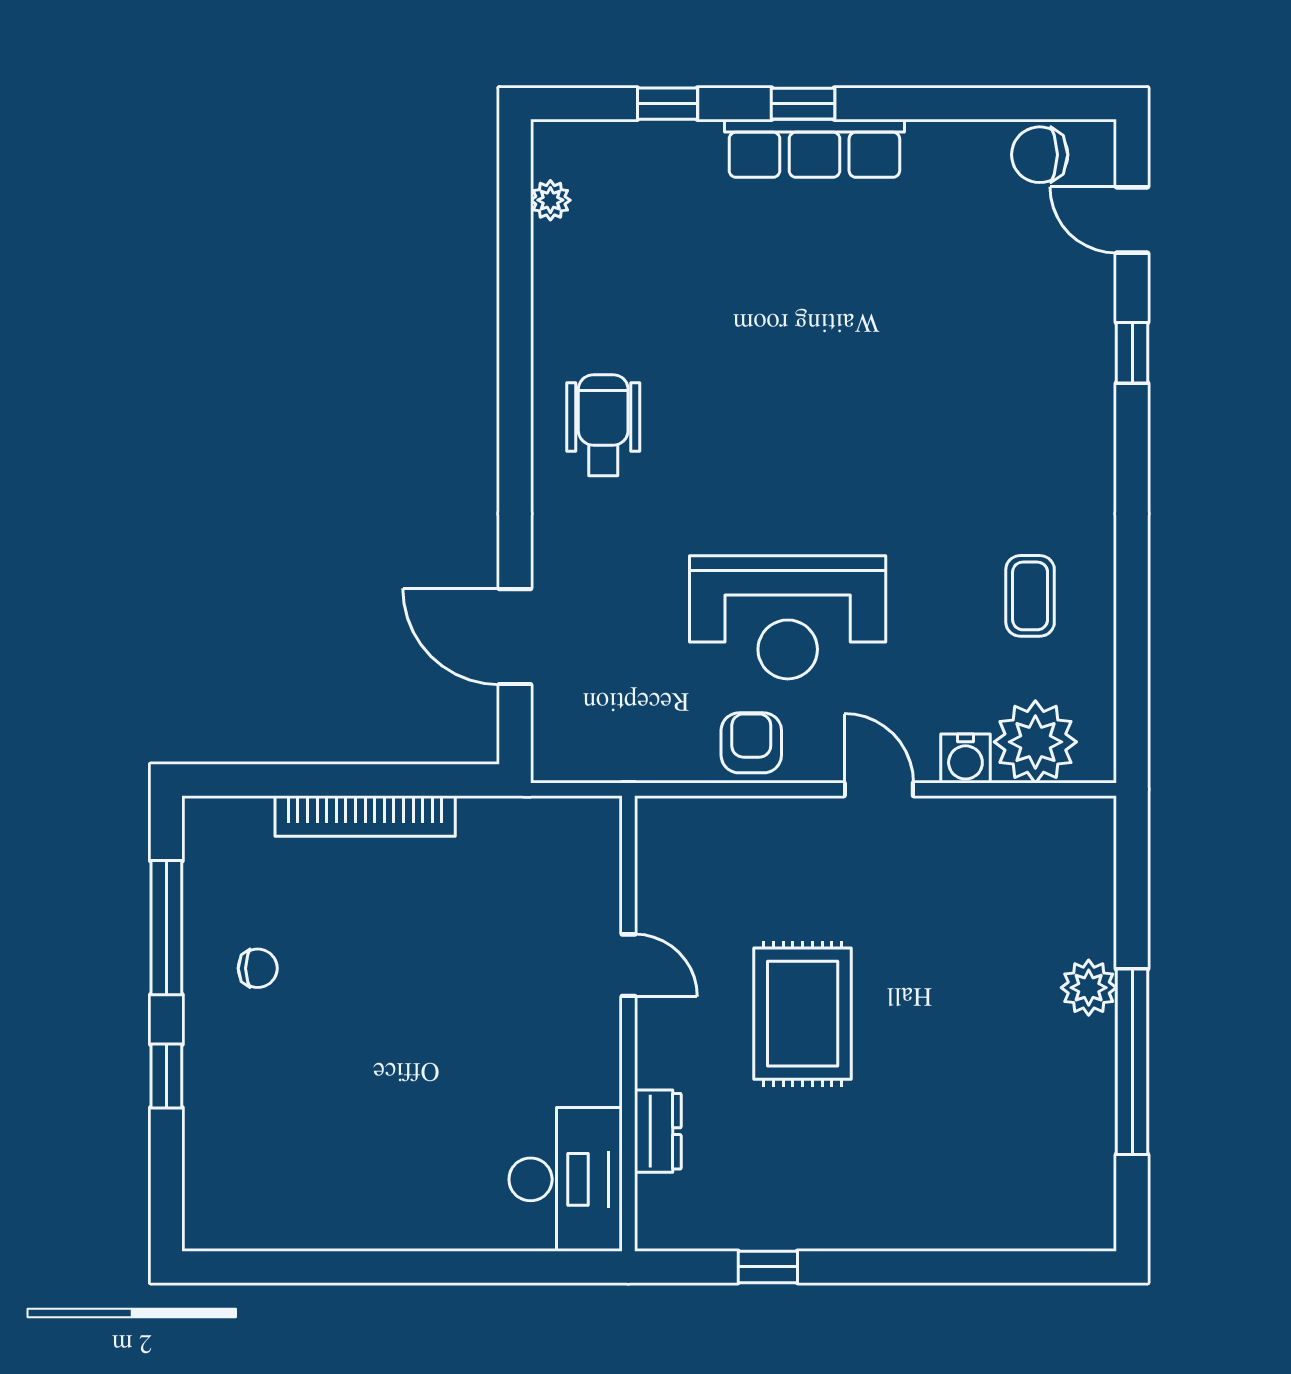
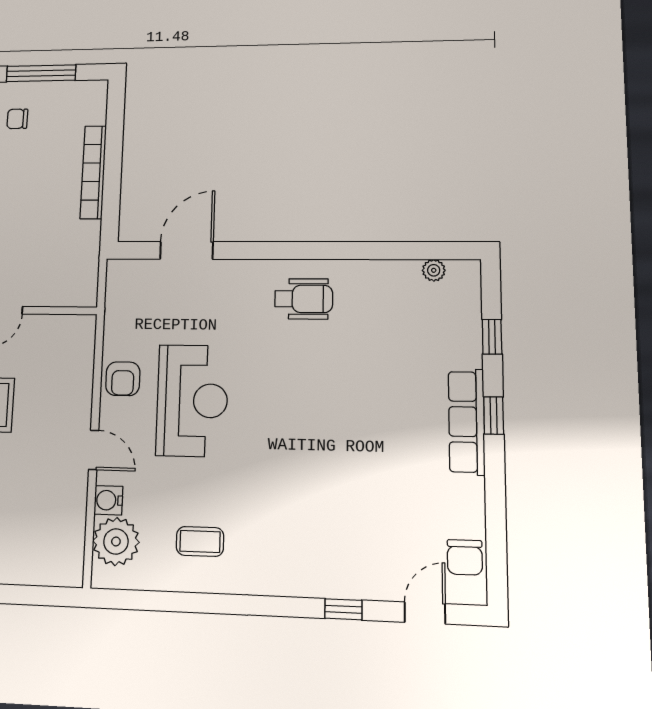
chair: (1040, 155) -> (465, 557), turned 180
reception desk: (788, 617) -> (192, 400), turned 180
armchair: (751, 743) -> (123, 379), turned 90
door: (879, 789) -> (94, 450), hinge flipped
chair: (258, 968) -> (17, 119), turned 90

